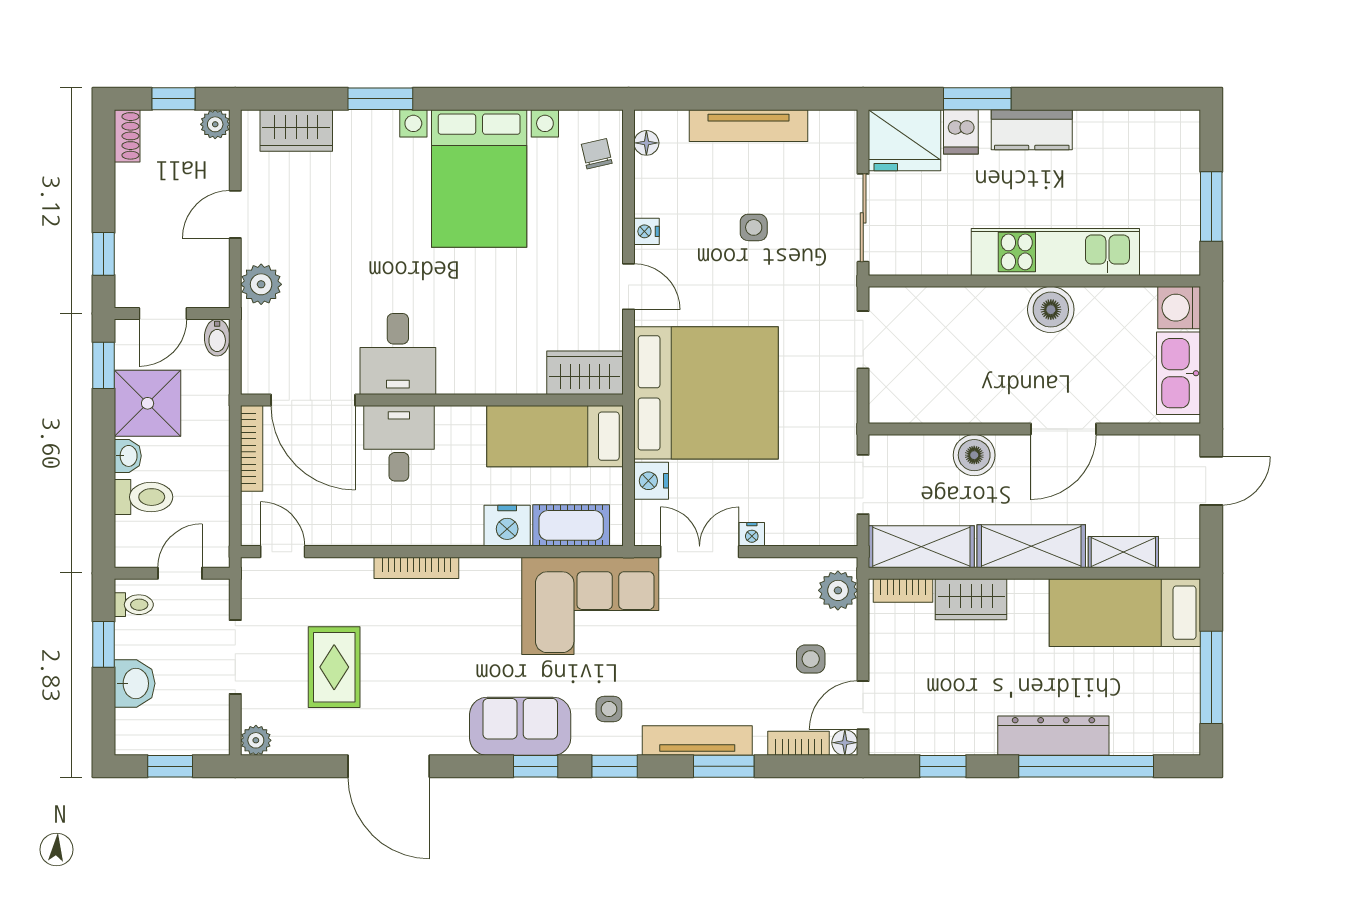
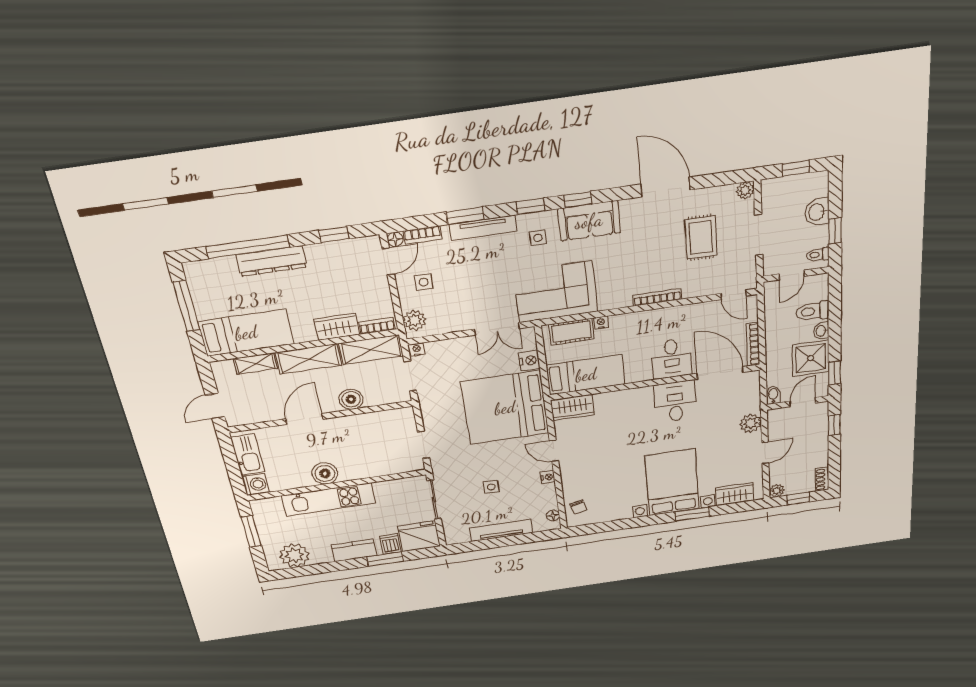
plant: (1144, 138) -> (294, 555), added
bed with nightstands: (479, 179) -> (672, 482), moved
nightstand: (507, 526) -> (601, 323), width x0.53, depth x0.56
nightstand: (752, 534) -> (417, 349), moved

